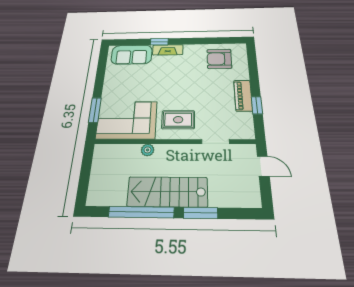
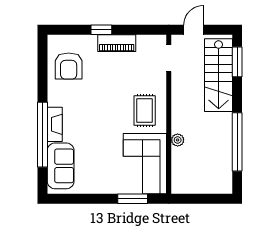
window: (159, 42) -> (43, 135), width x3.17
window: (257, 105) -> (101, 30), moved
doorway: (215, 142) -> (169, 58), moved
stairs: (167, 192) -> (219, 75), moved
window: (201, 213) -> (237, 62), moved

